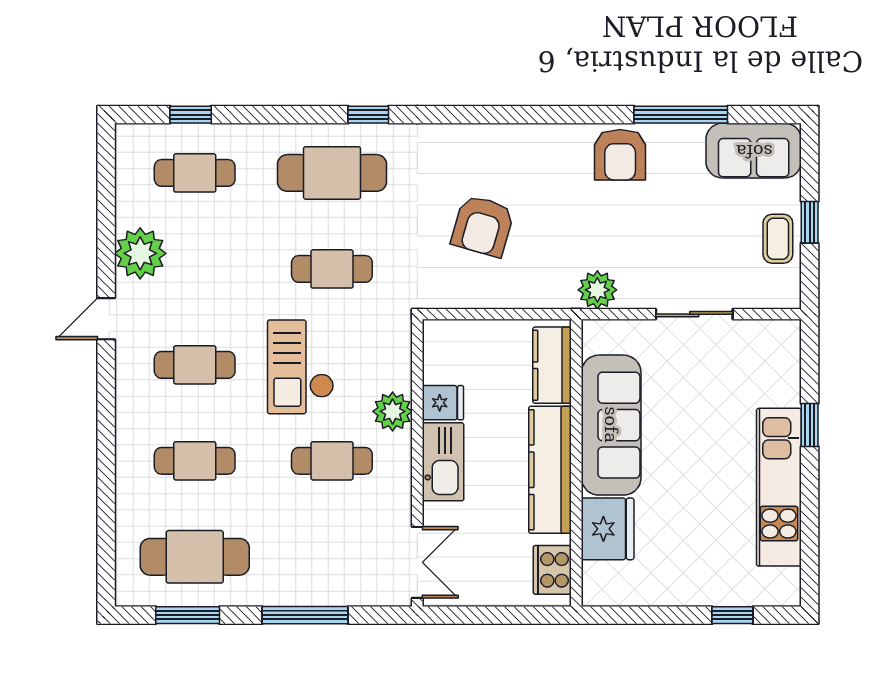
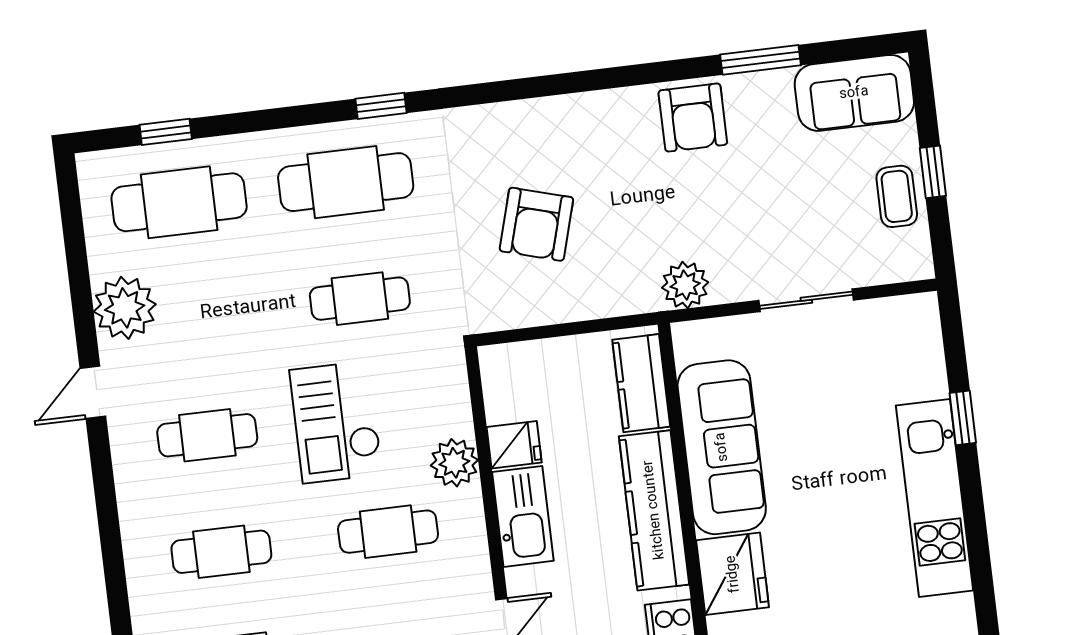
window: (681, 115) -> (760, 60), width x0.69
cafe table: (195, 173) -> (179, 202), width x1.37, depth x1.35

